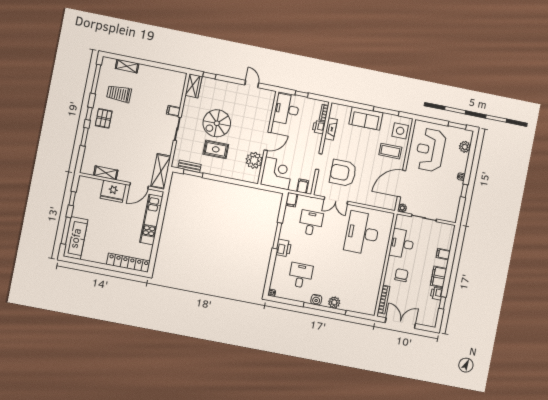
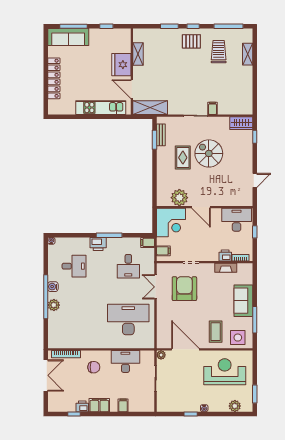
desk: (311, 223) -> (128, 266), turned 90
locker: (128, 263) -> (54, 78), moved

